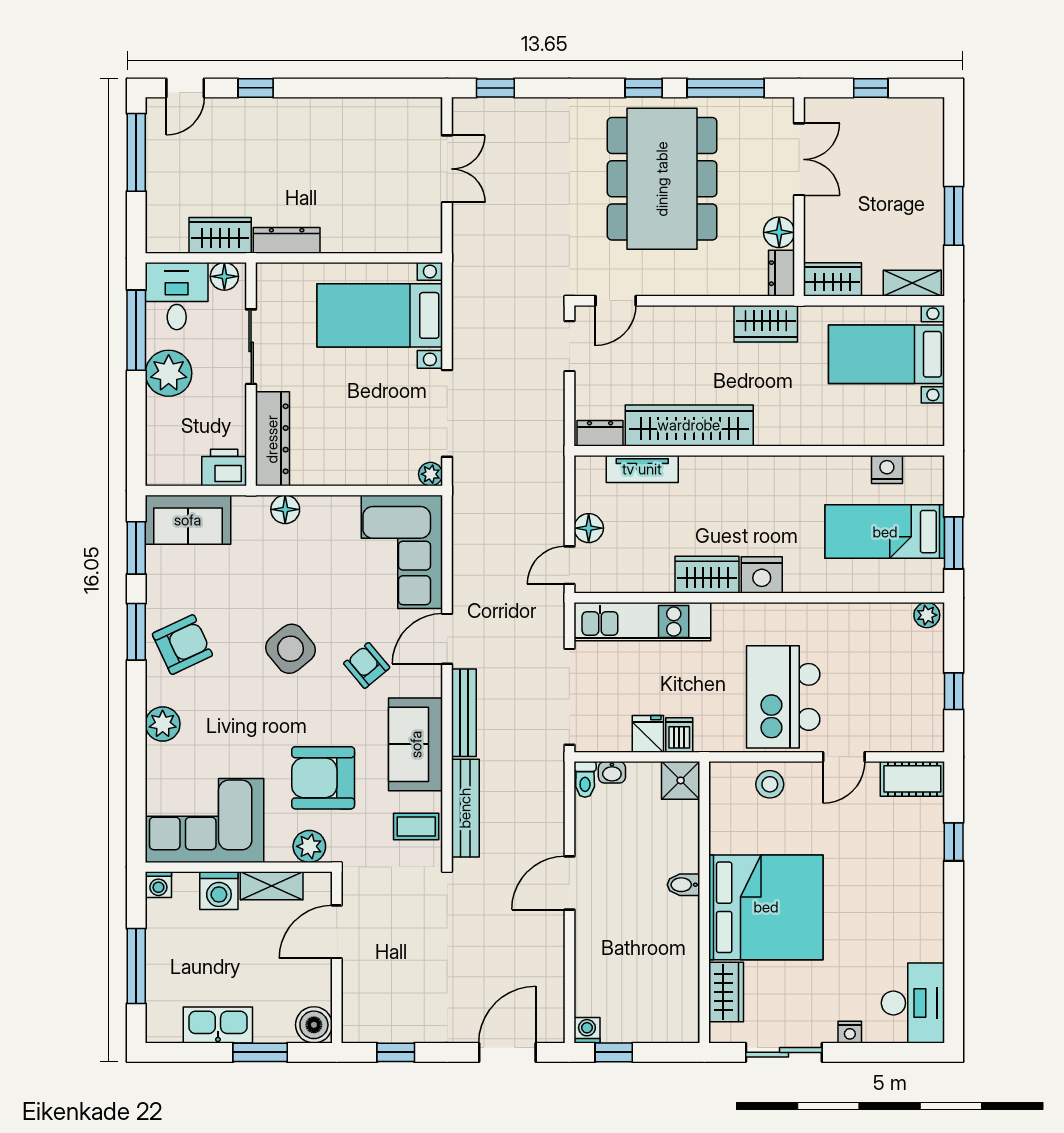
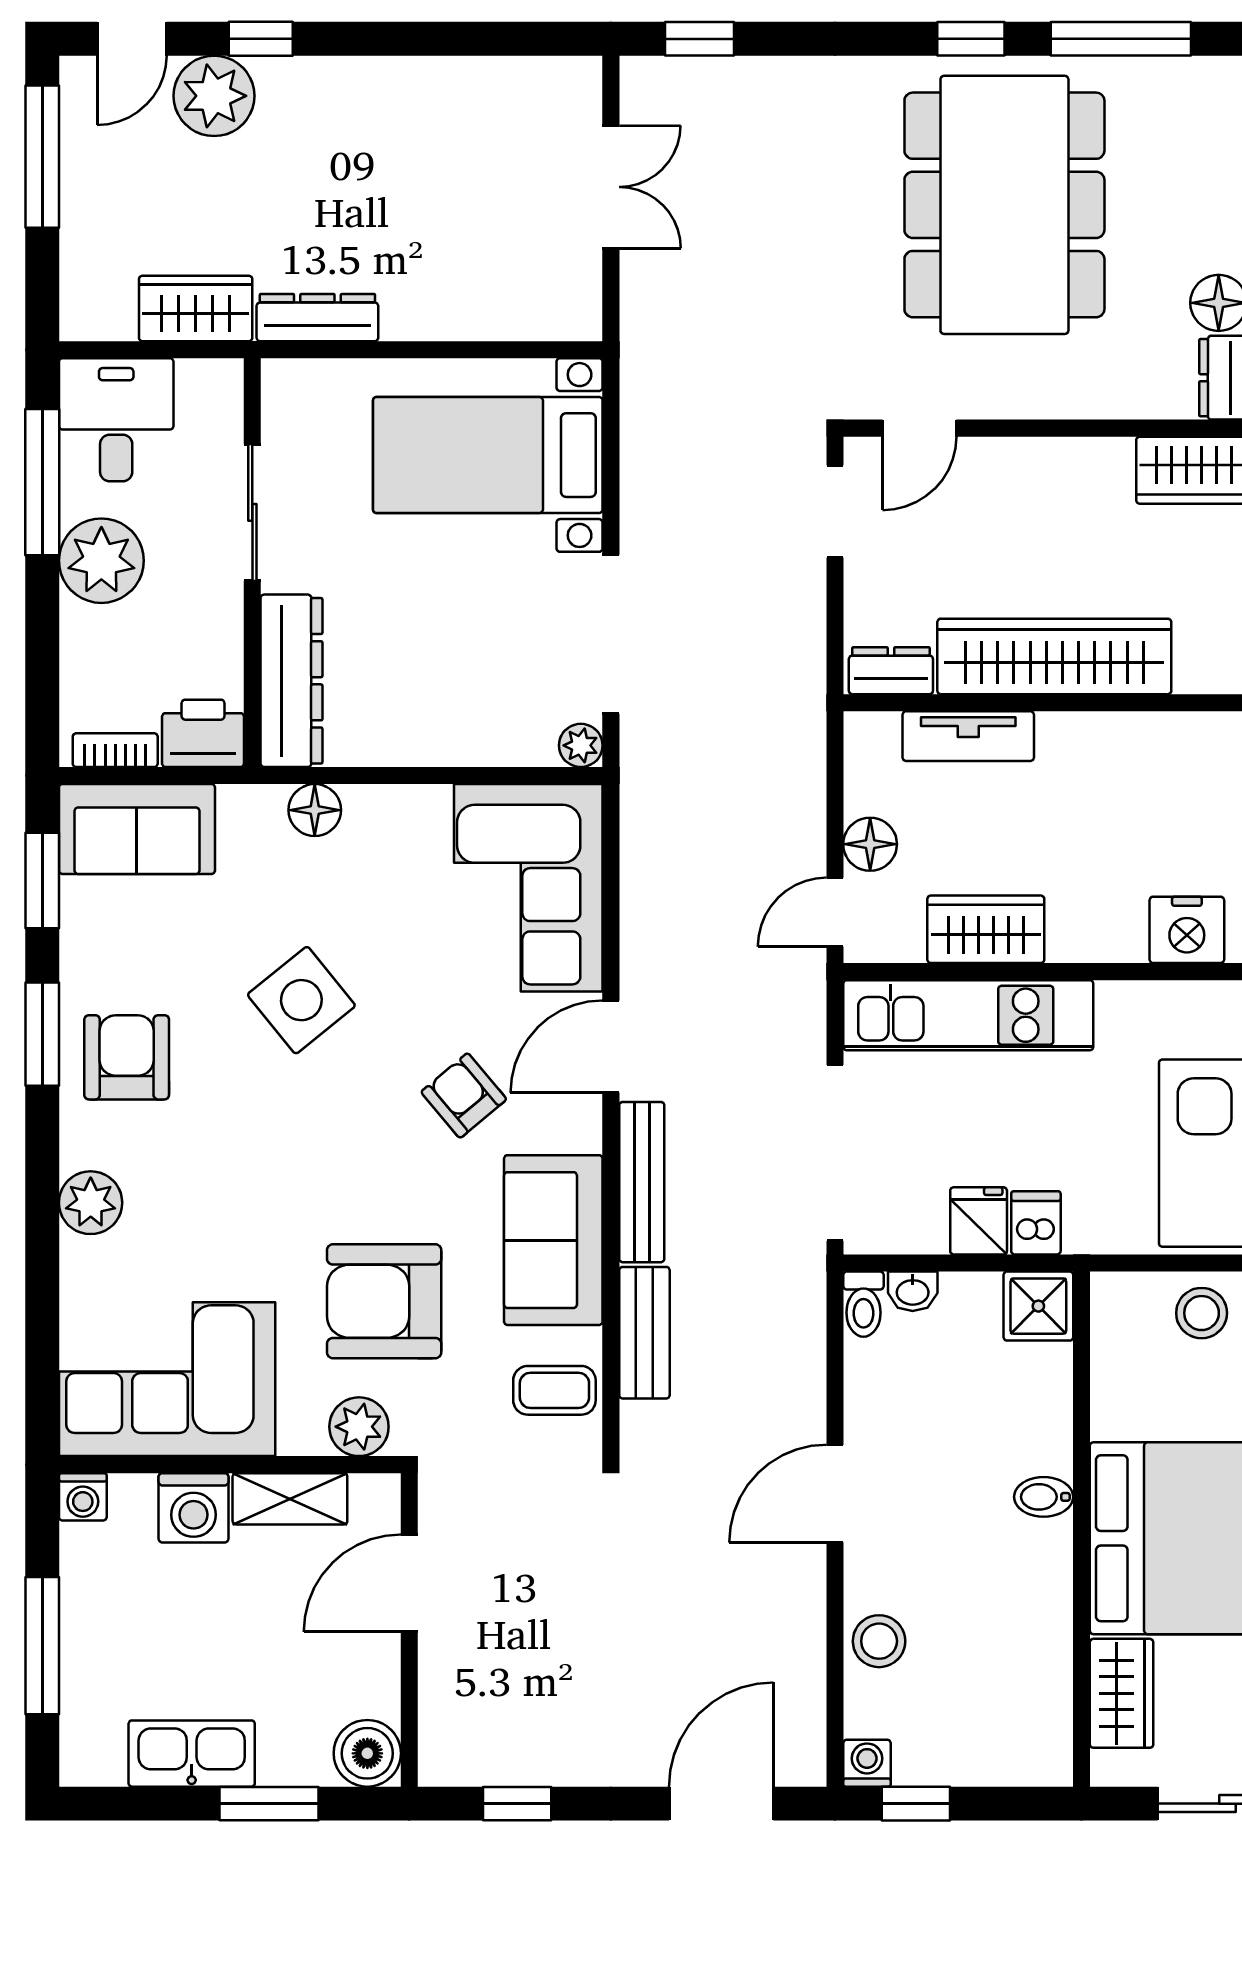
plant: (230, 119) -> (214, 96), added
floor lamp: (224, 276) -> (203, 384), removed
bookcase: (176, 477) -> (115, 750), added
wardrobe: (707, 575) -> (986, 929), moved
armchair: (182, 645) -> (127, 1057), turned -65
side table: (290, 649) -> (301, 1000), moved
bench: (465, 808) -> (644, 1333), width x0.73
stool: (594, 964) -> (879, 1641), added

